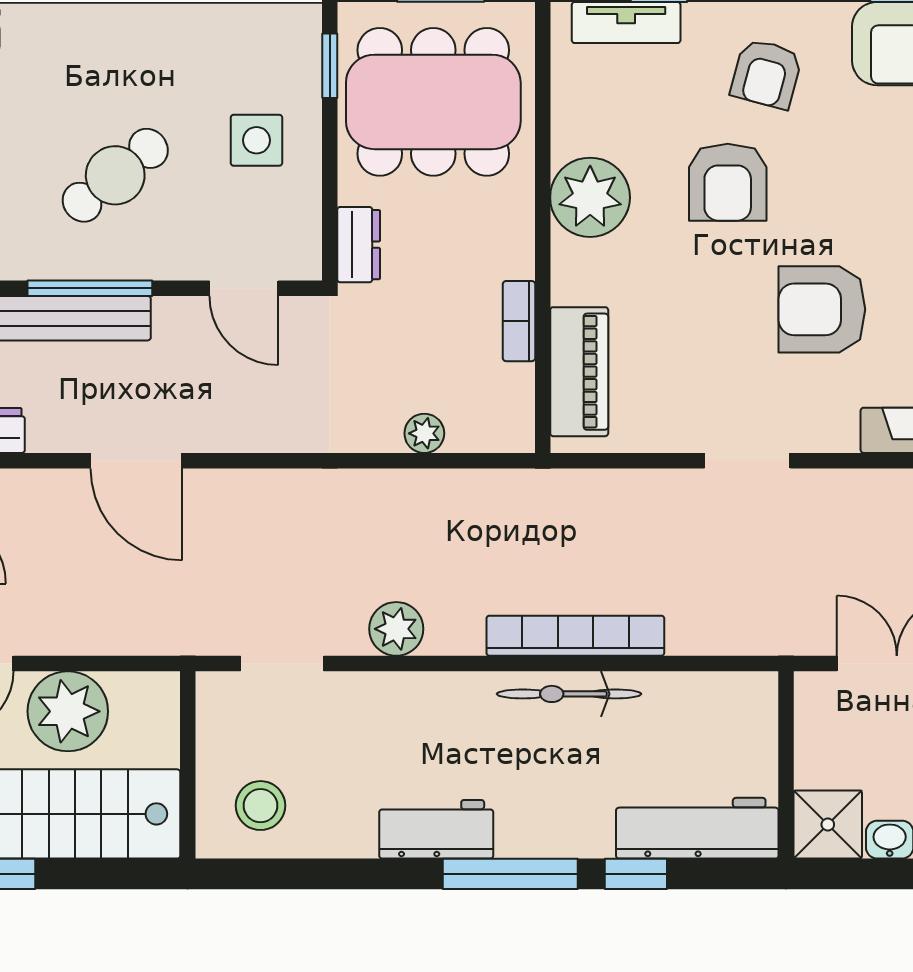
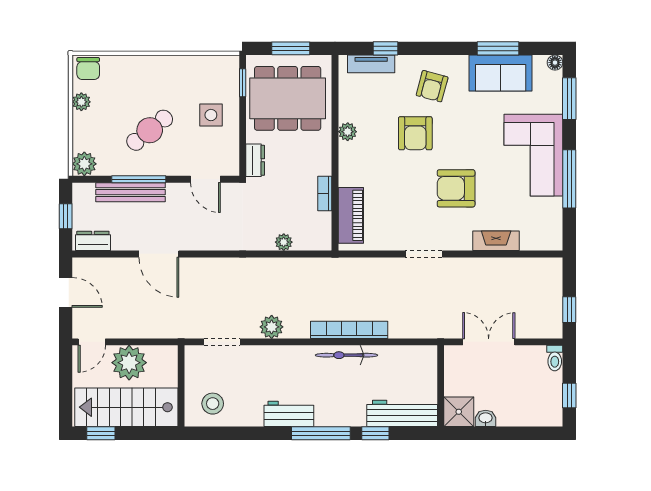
plant: (590, 197) -> (348, 132), width x0.53, depth x0.53

